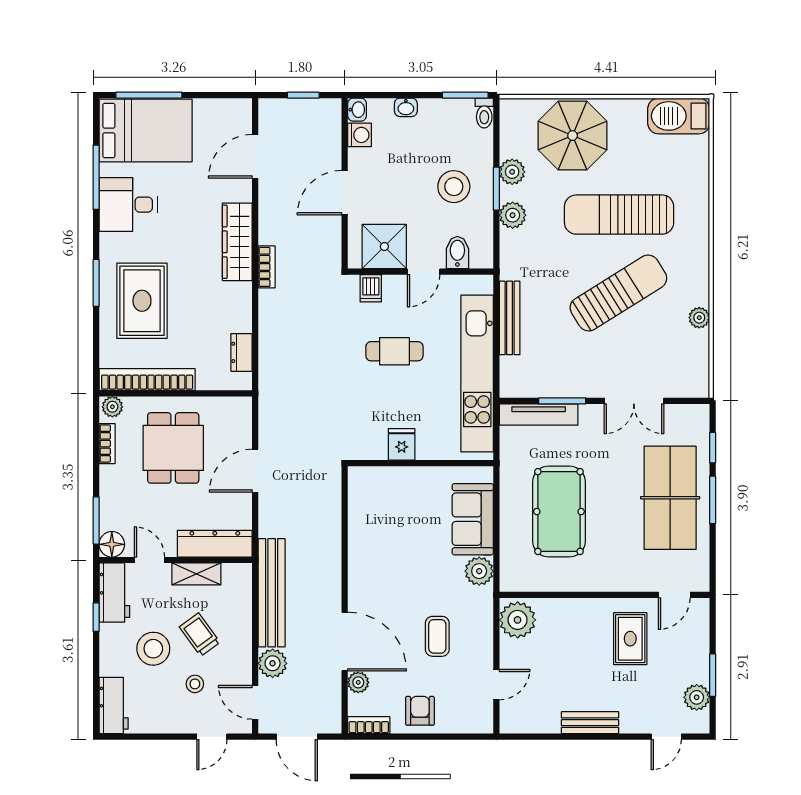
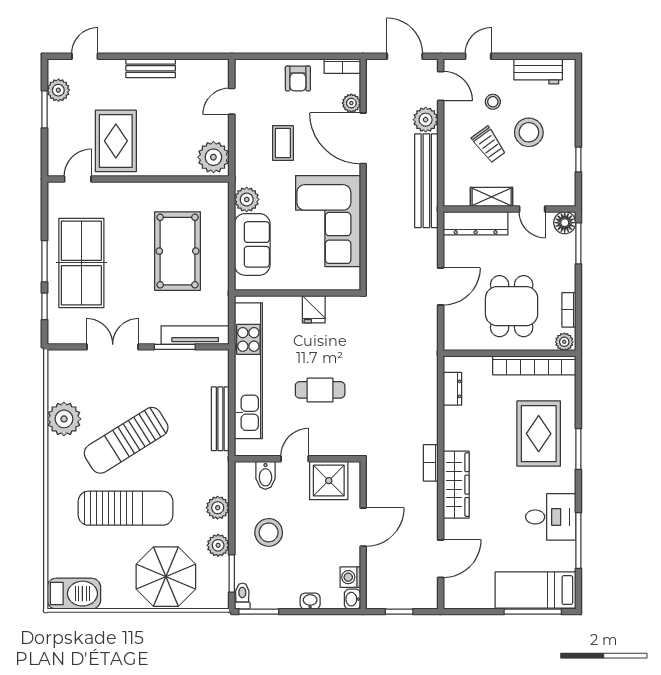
bed: (146, 131) -> (536, 590), width x0.67
window: (496, 189) -> (232, 574), moved
dishwasher: (371, 288) -> (340, 444), removed
plant: (699, 318) -> (64, 419), width x1.88, depth x1.88
corner sofa: (385, 546) -> (328, 221), added
workbench: (114, 593) -> (563, 181), removed
rug: (630, 639) -> (116, 141), width x1.36, depth x1.43
workbench: (114, 705) -> (538, 71), moved, turned -90

